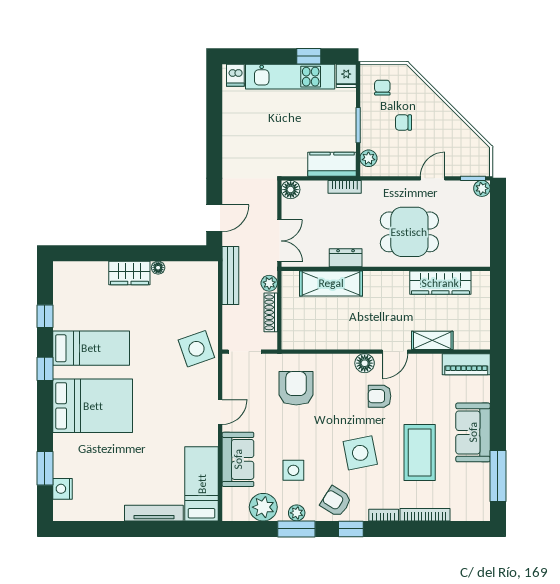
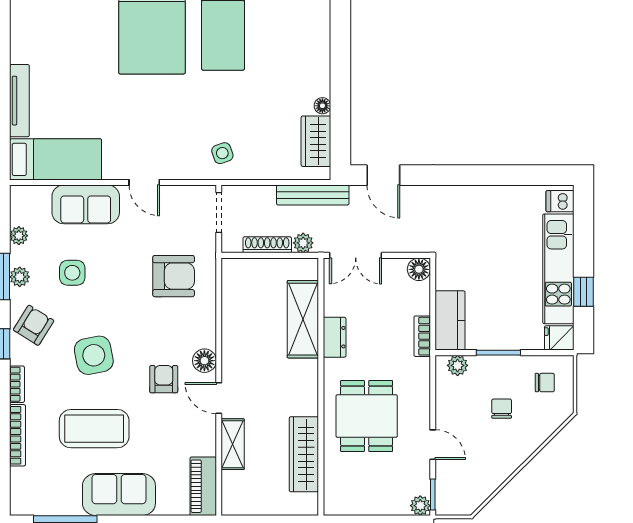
wardrobe: (129, 273) -> (316, 141), moved
side table: (196, 349) -> (222, 153), width x0.54, depth x0.54
plant: (263, 507) -> (19, 236), width x0.53, depth x0.53

